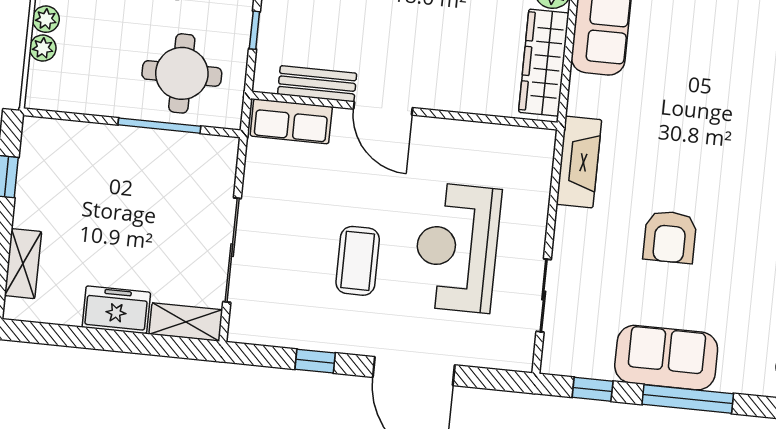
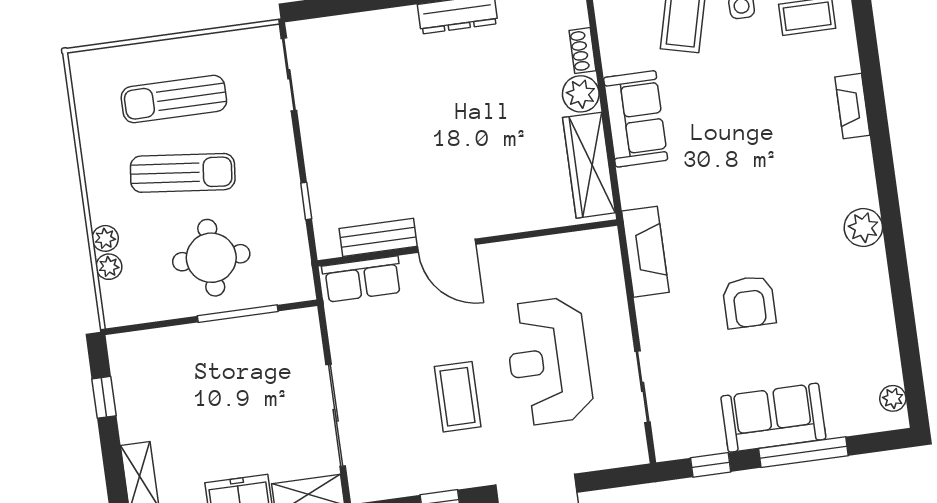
round table: (182, 73) -> (211, 258), moved

